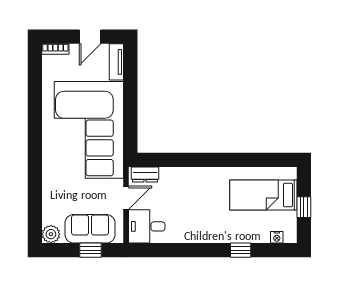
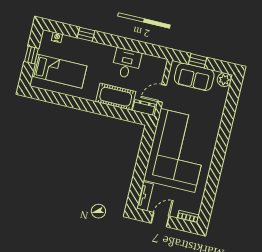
cot: (184, 180) -> (116, 97), added
desk: (147, 226) -> (126, 64), moved, turned -90

